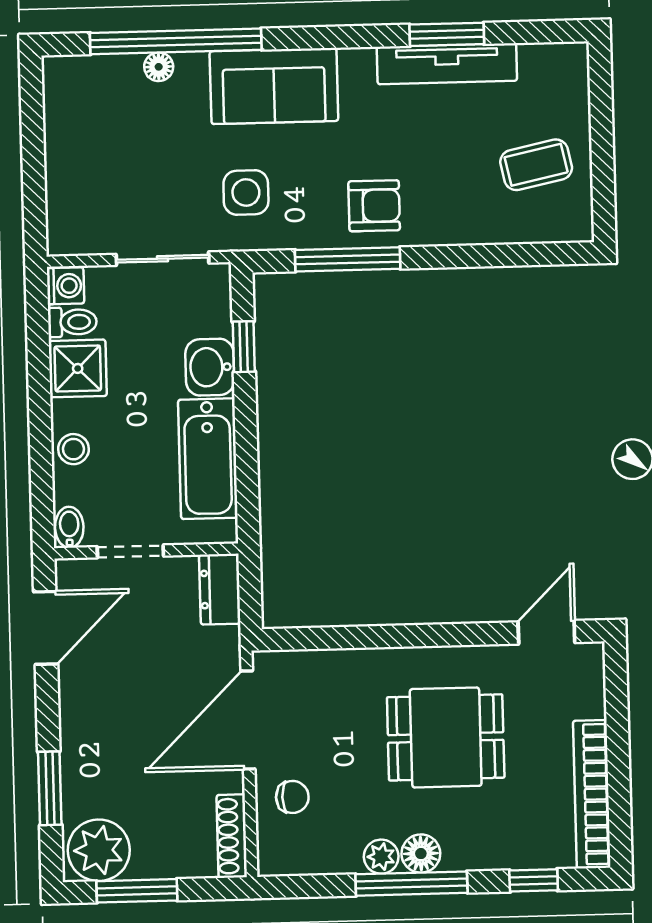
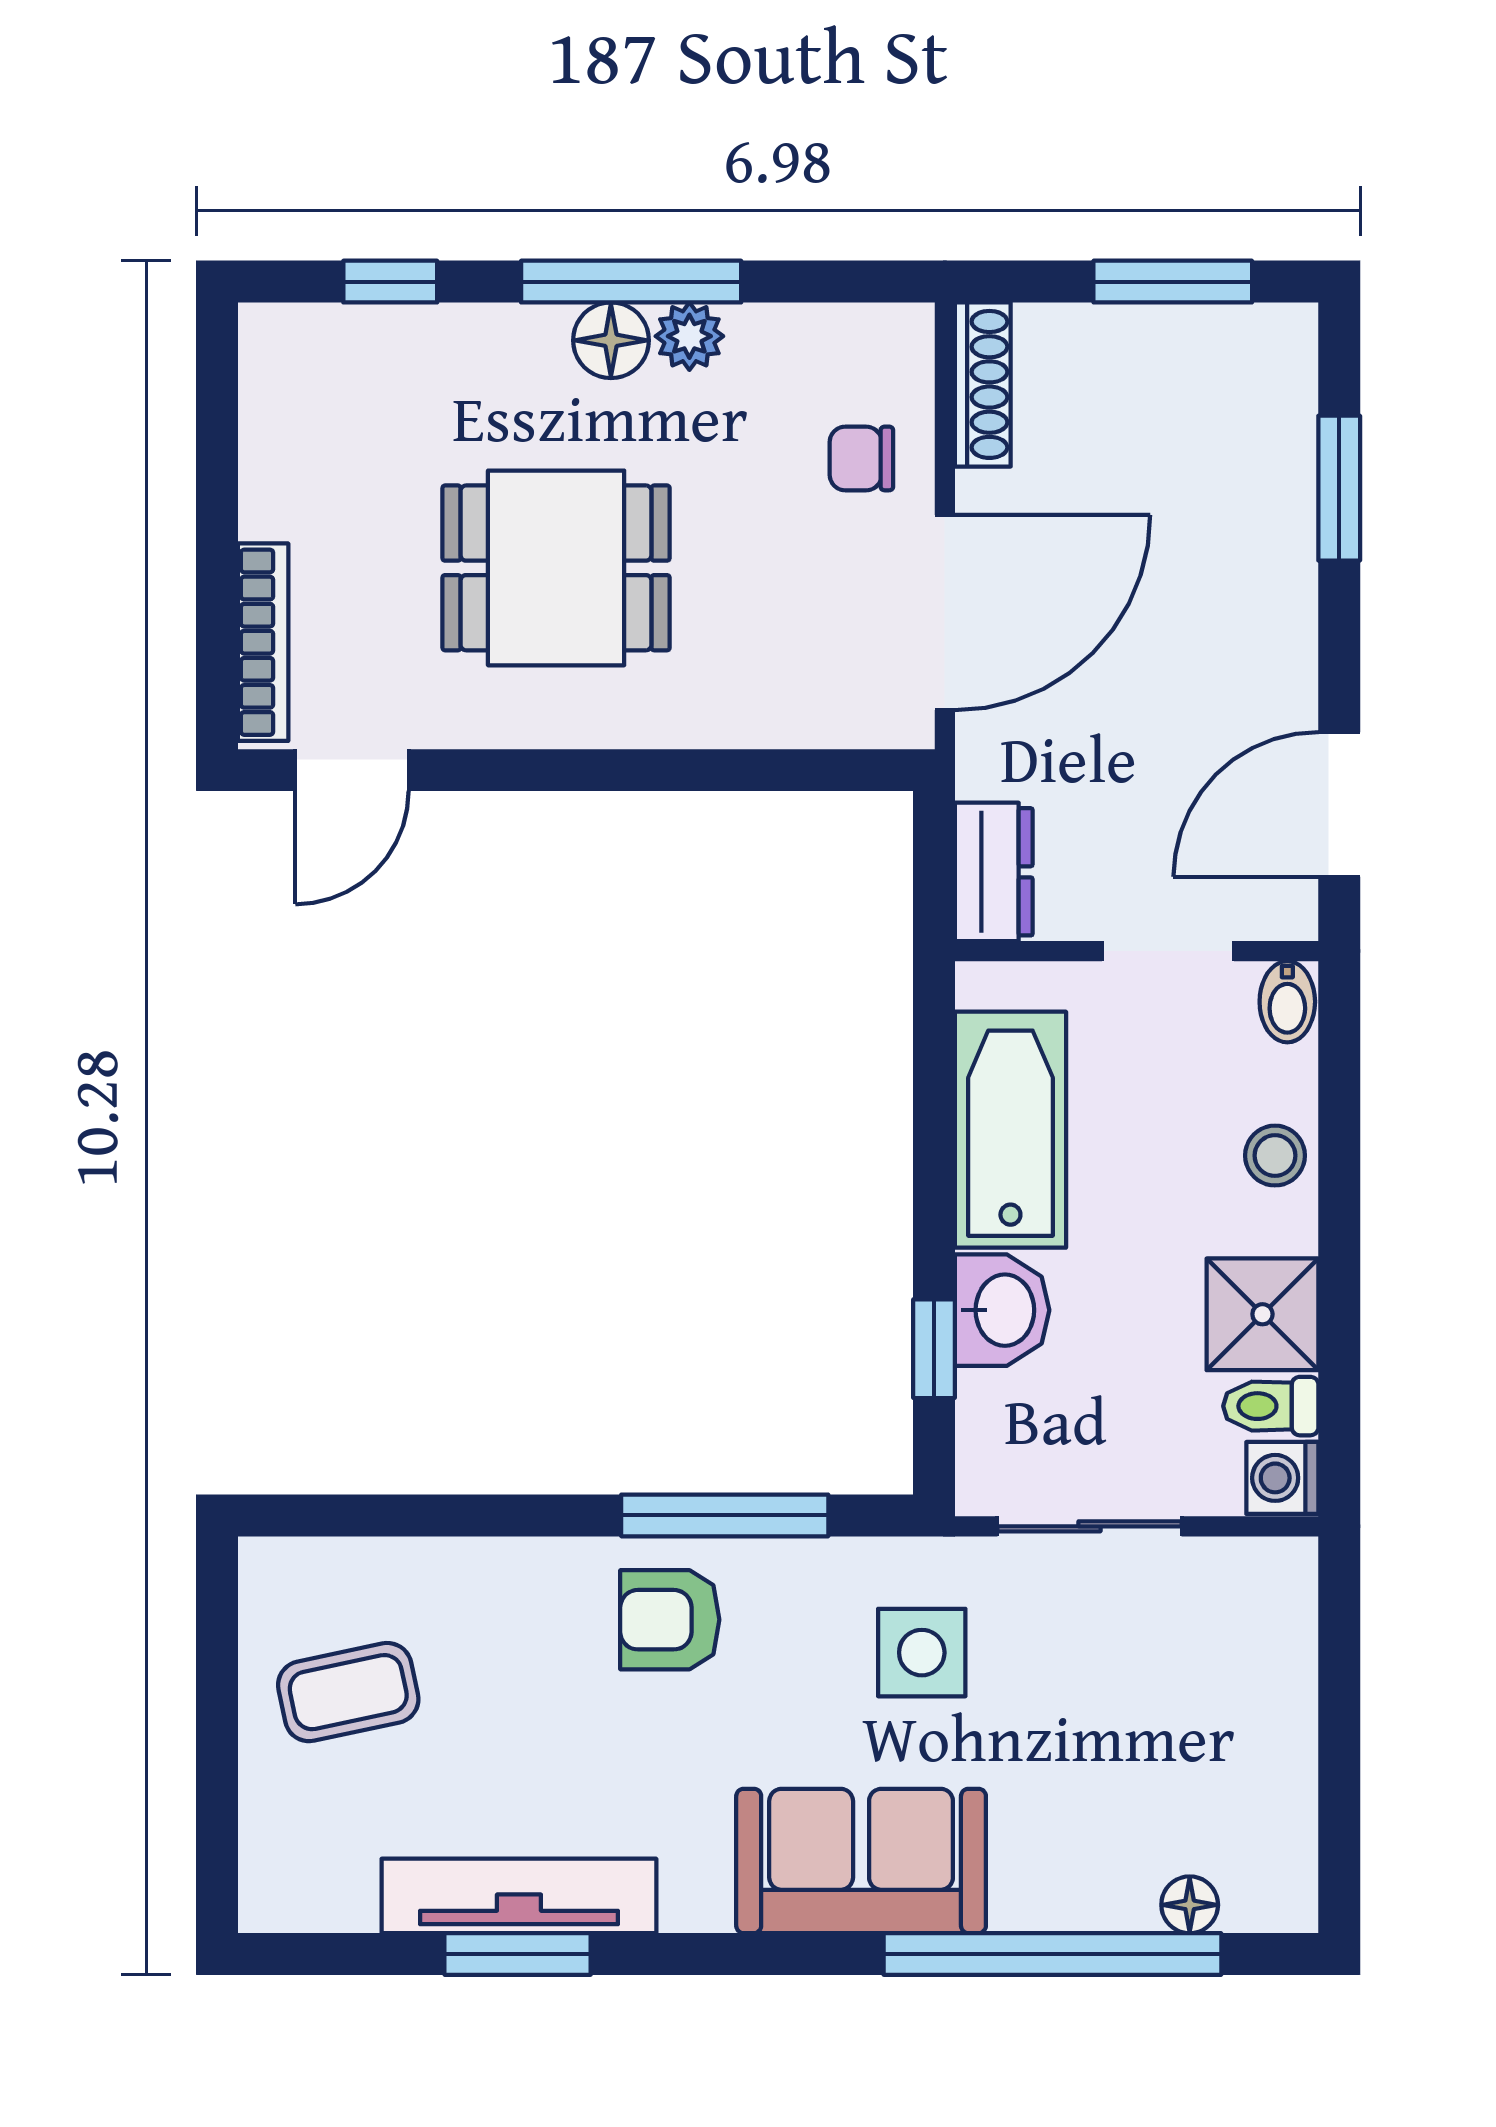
floor lamp: (159, 67) -> (1190, 1905), moved
bookcase: (592, 794) -> (263, 642), moved, width x0.68, depth x0.76
plant: (99, 850) -> (1246, 363), removed

